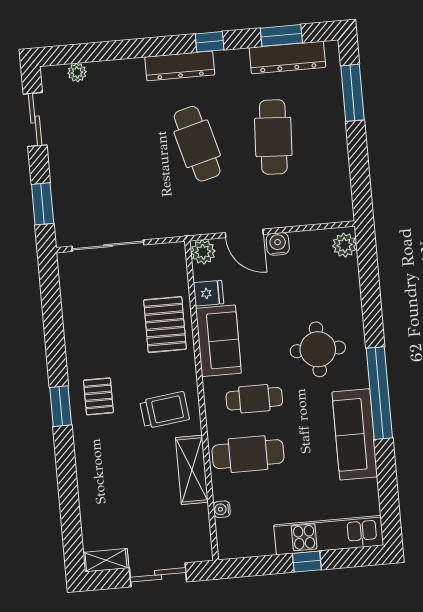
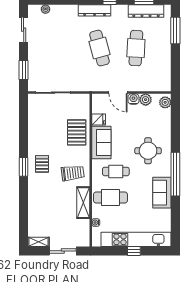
plant: (203, 252) -> (146, 100), moved
sofa: (355, 434) -> (162, 193), width x0.73
kitchen unit: (329, 535) -> (136, 239), width x1.36

